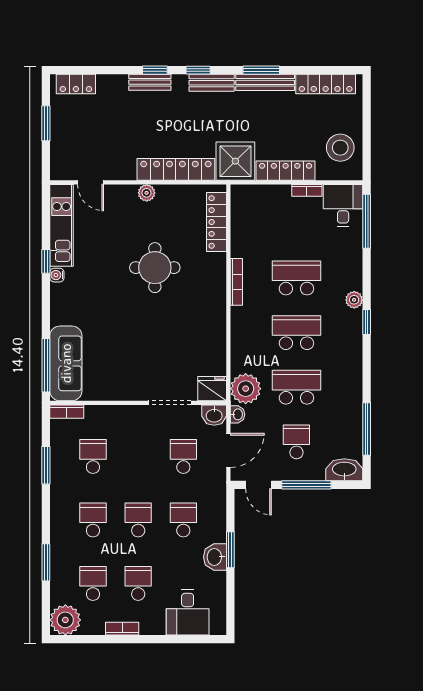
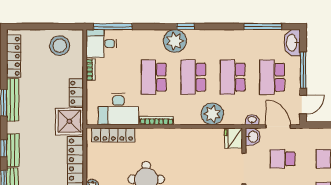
bench: (212, 83) -> (13, 150), moved
locker: (286, 171) -> (76, 92), width x0.66
desk: (252, 229) -> (118, 109), added
plant: (354, 300) -> (175, 41), width x1.87, depth x1.87
plant: (246, 389) -> (212, 114), moved
school desk: (296, 442) -> (272, 77), width x1.85

